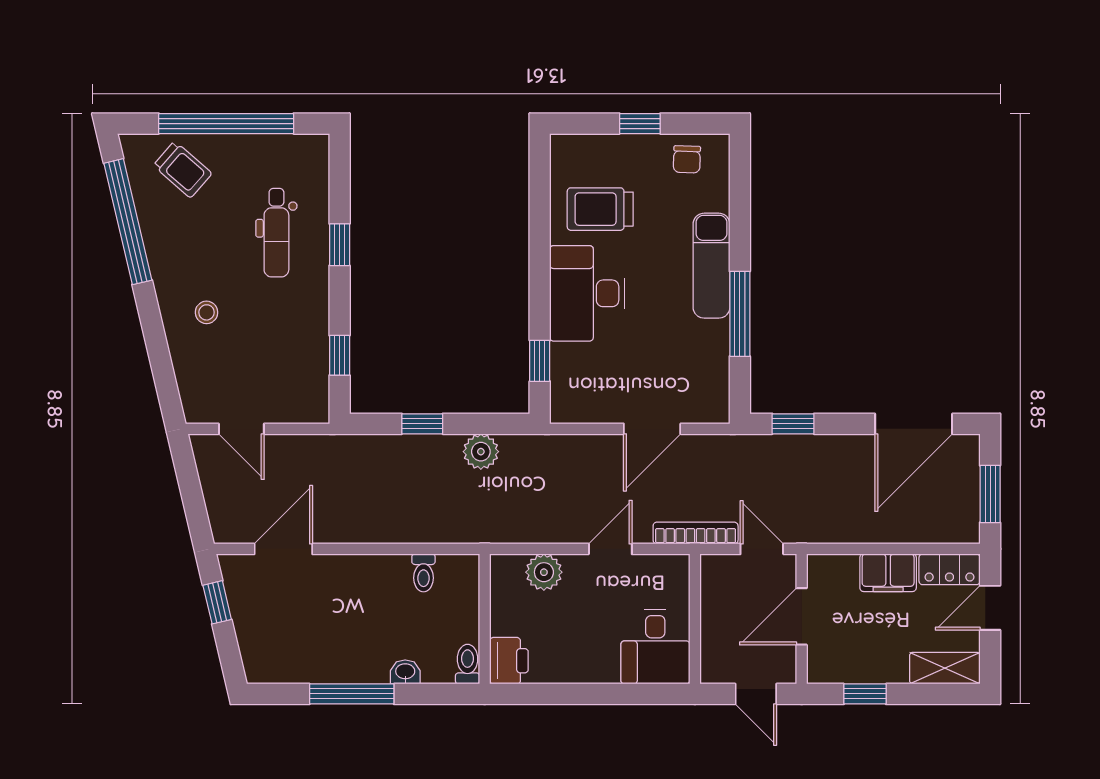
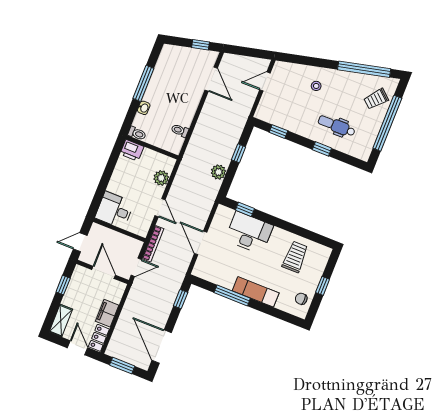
desk: (587, 293) -> (249, 233), moved

